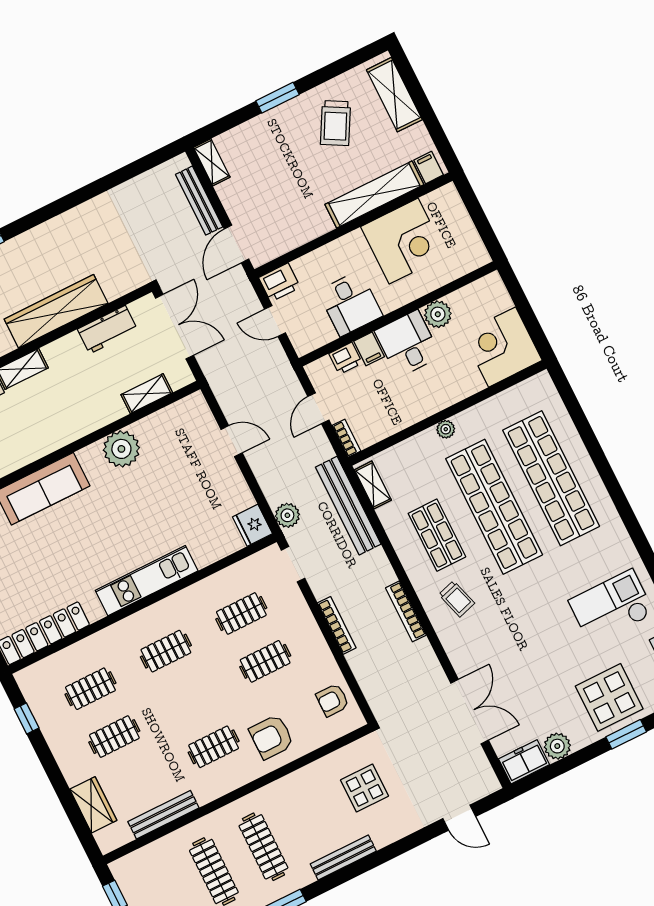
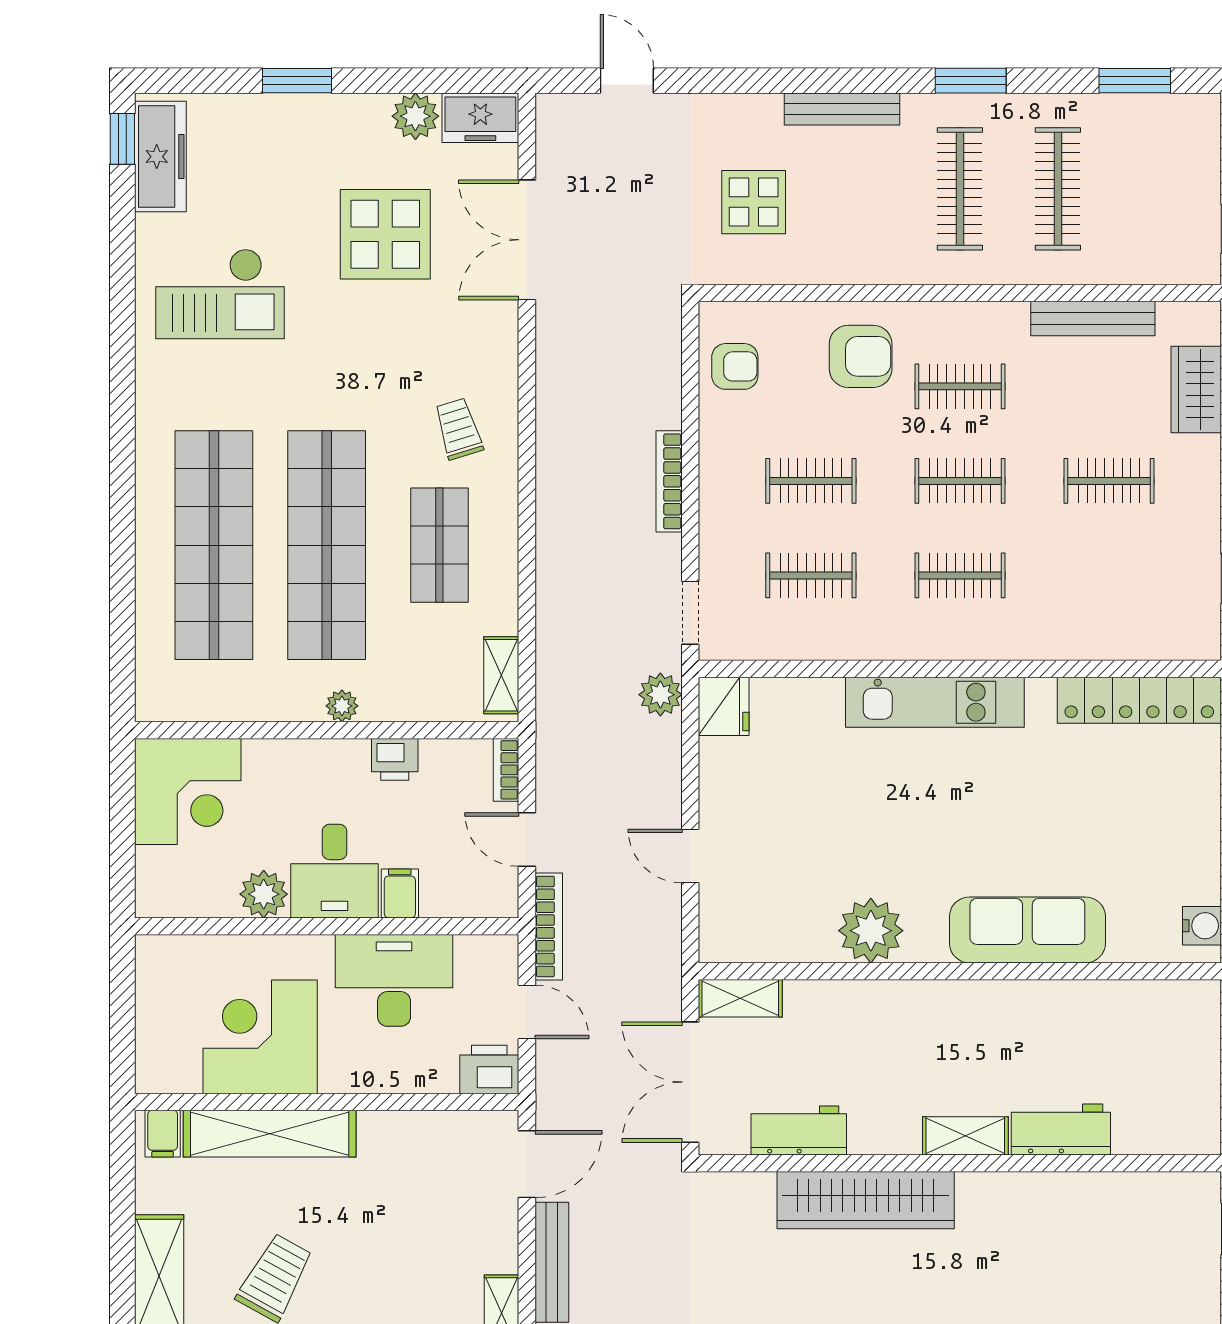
desk: (350, 303) -> (394, 980), width x1.37
printer: (346, 358) -> (395, 759), moved, turned 180
shelving: (147, 394) -> (740, 998), moved
door: (318, 408) -> (527, 840), swing flipped
bench: (348, 506) -> (557, 662), removed
bookcase: (406, 611) -> (549, 926), moved
clothes rail: (90, 689) -> (960, 481), moved
display table: (609, 697) -> (385, 234), moved

